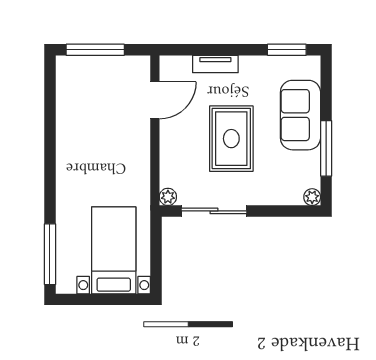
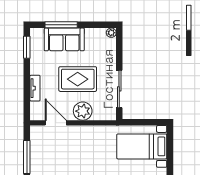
window: (326, 148) -> (61, 25), moved
plant: (168, 197) -> (83, 111), moved, width x1.88, depth x1.88

